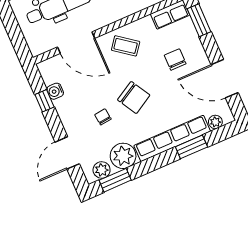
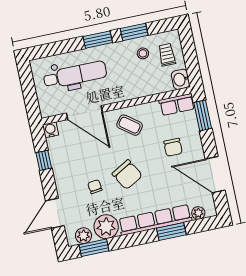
chair: (175, 59) -> (173, 147), turned 180
water cooler: (55, 91) -> (51, 130), moved, turned 90

